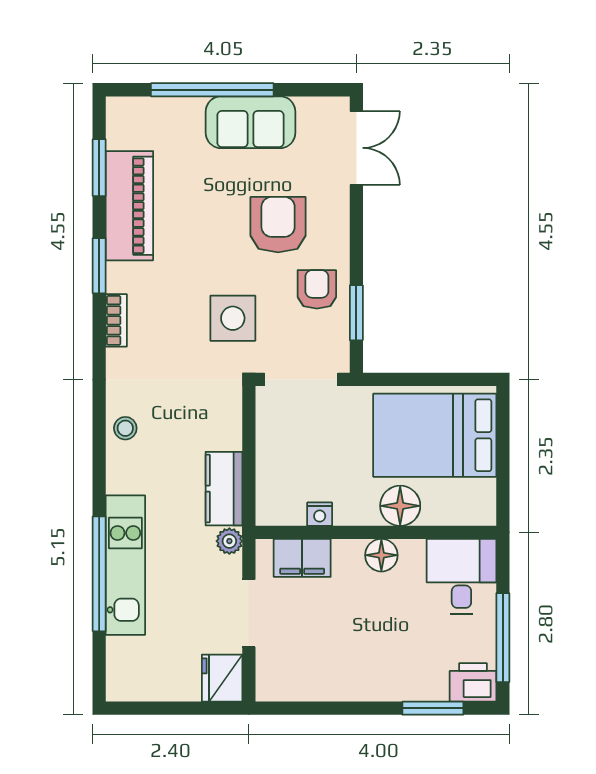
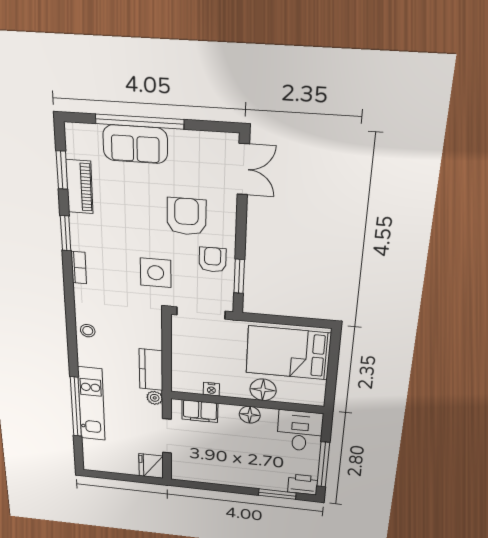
sofa: (251, 122) -> (135, 144), moved
piano: (129, 206) -> (79, 187), width x0.73, depth x0.75

